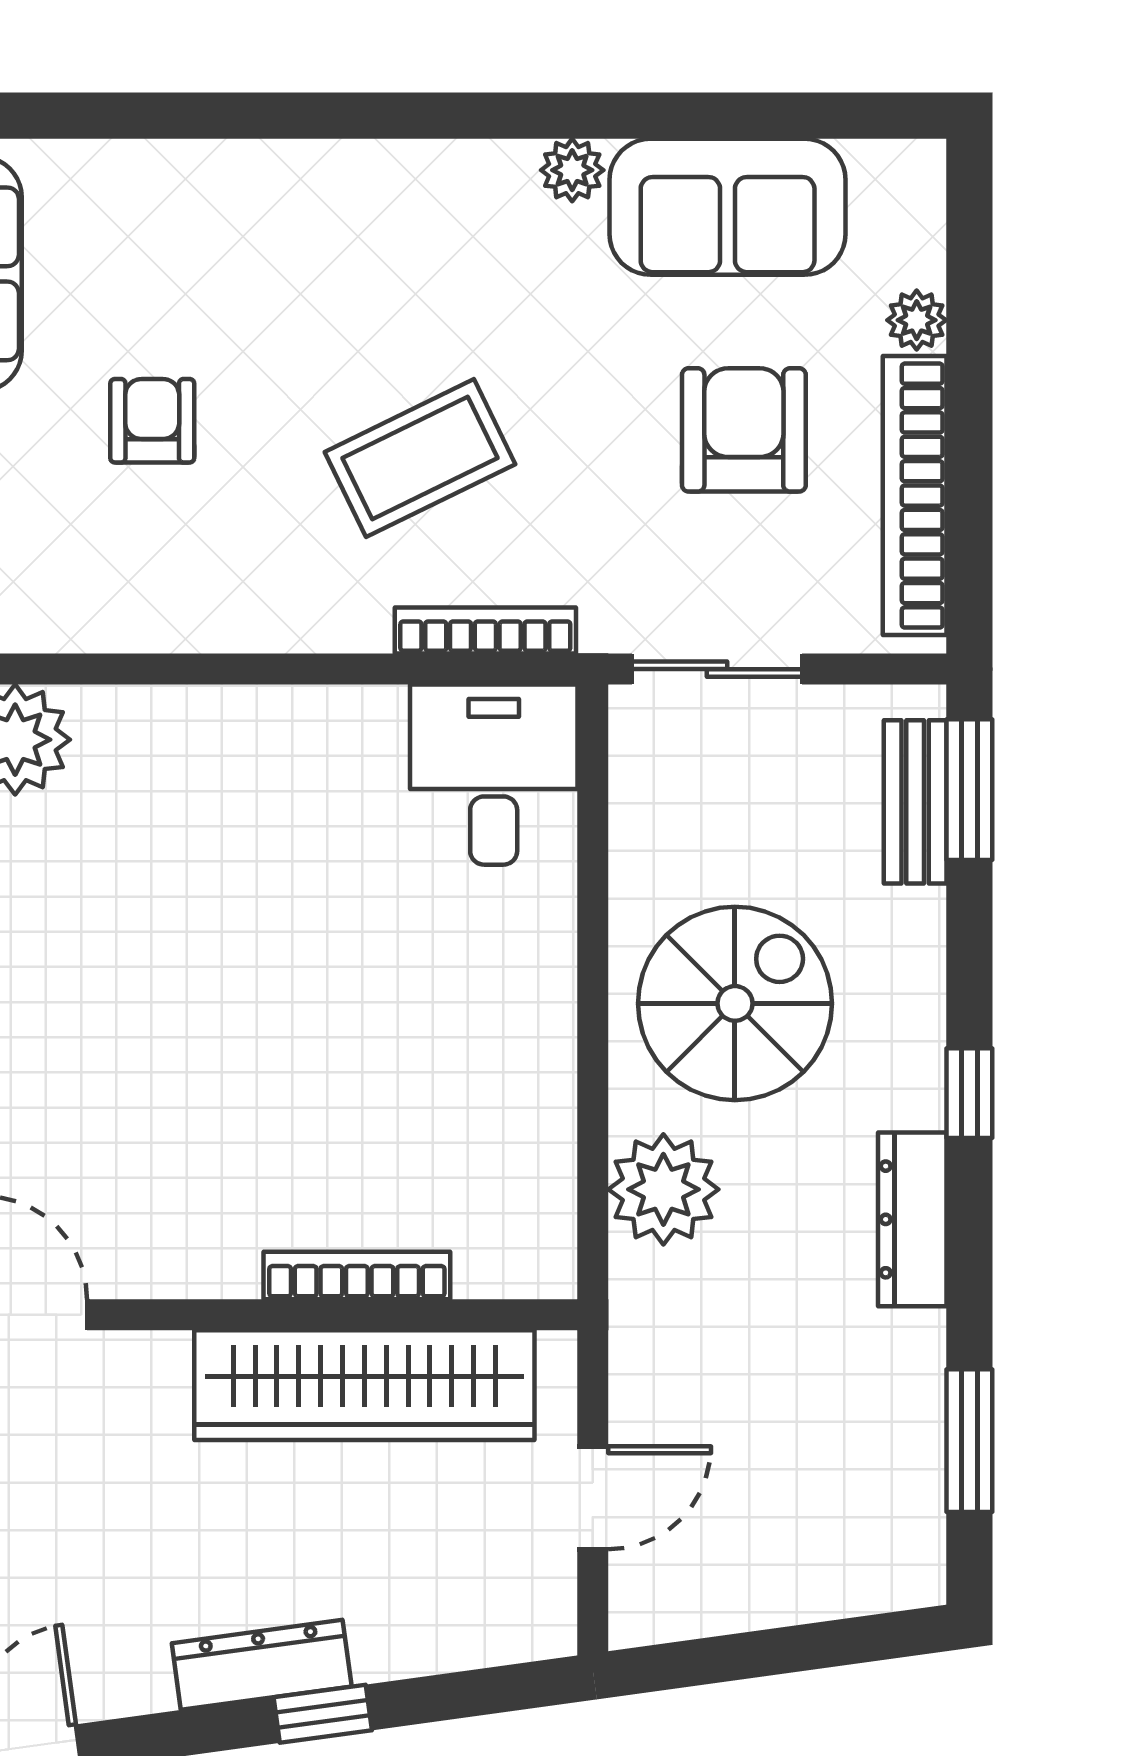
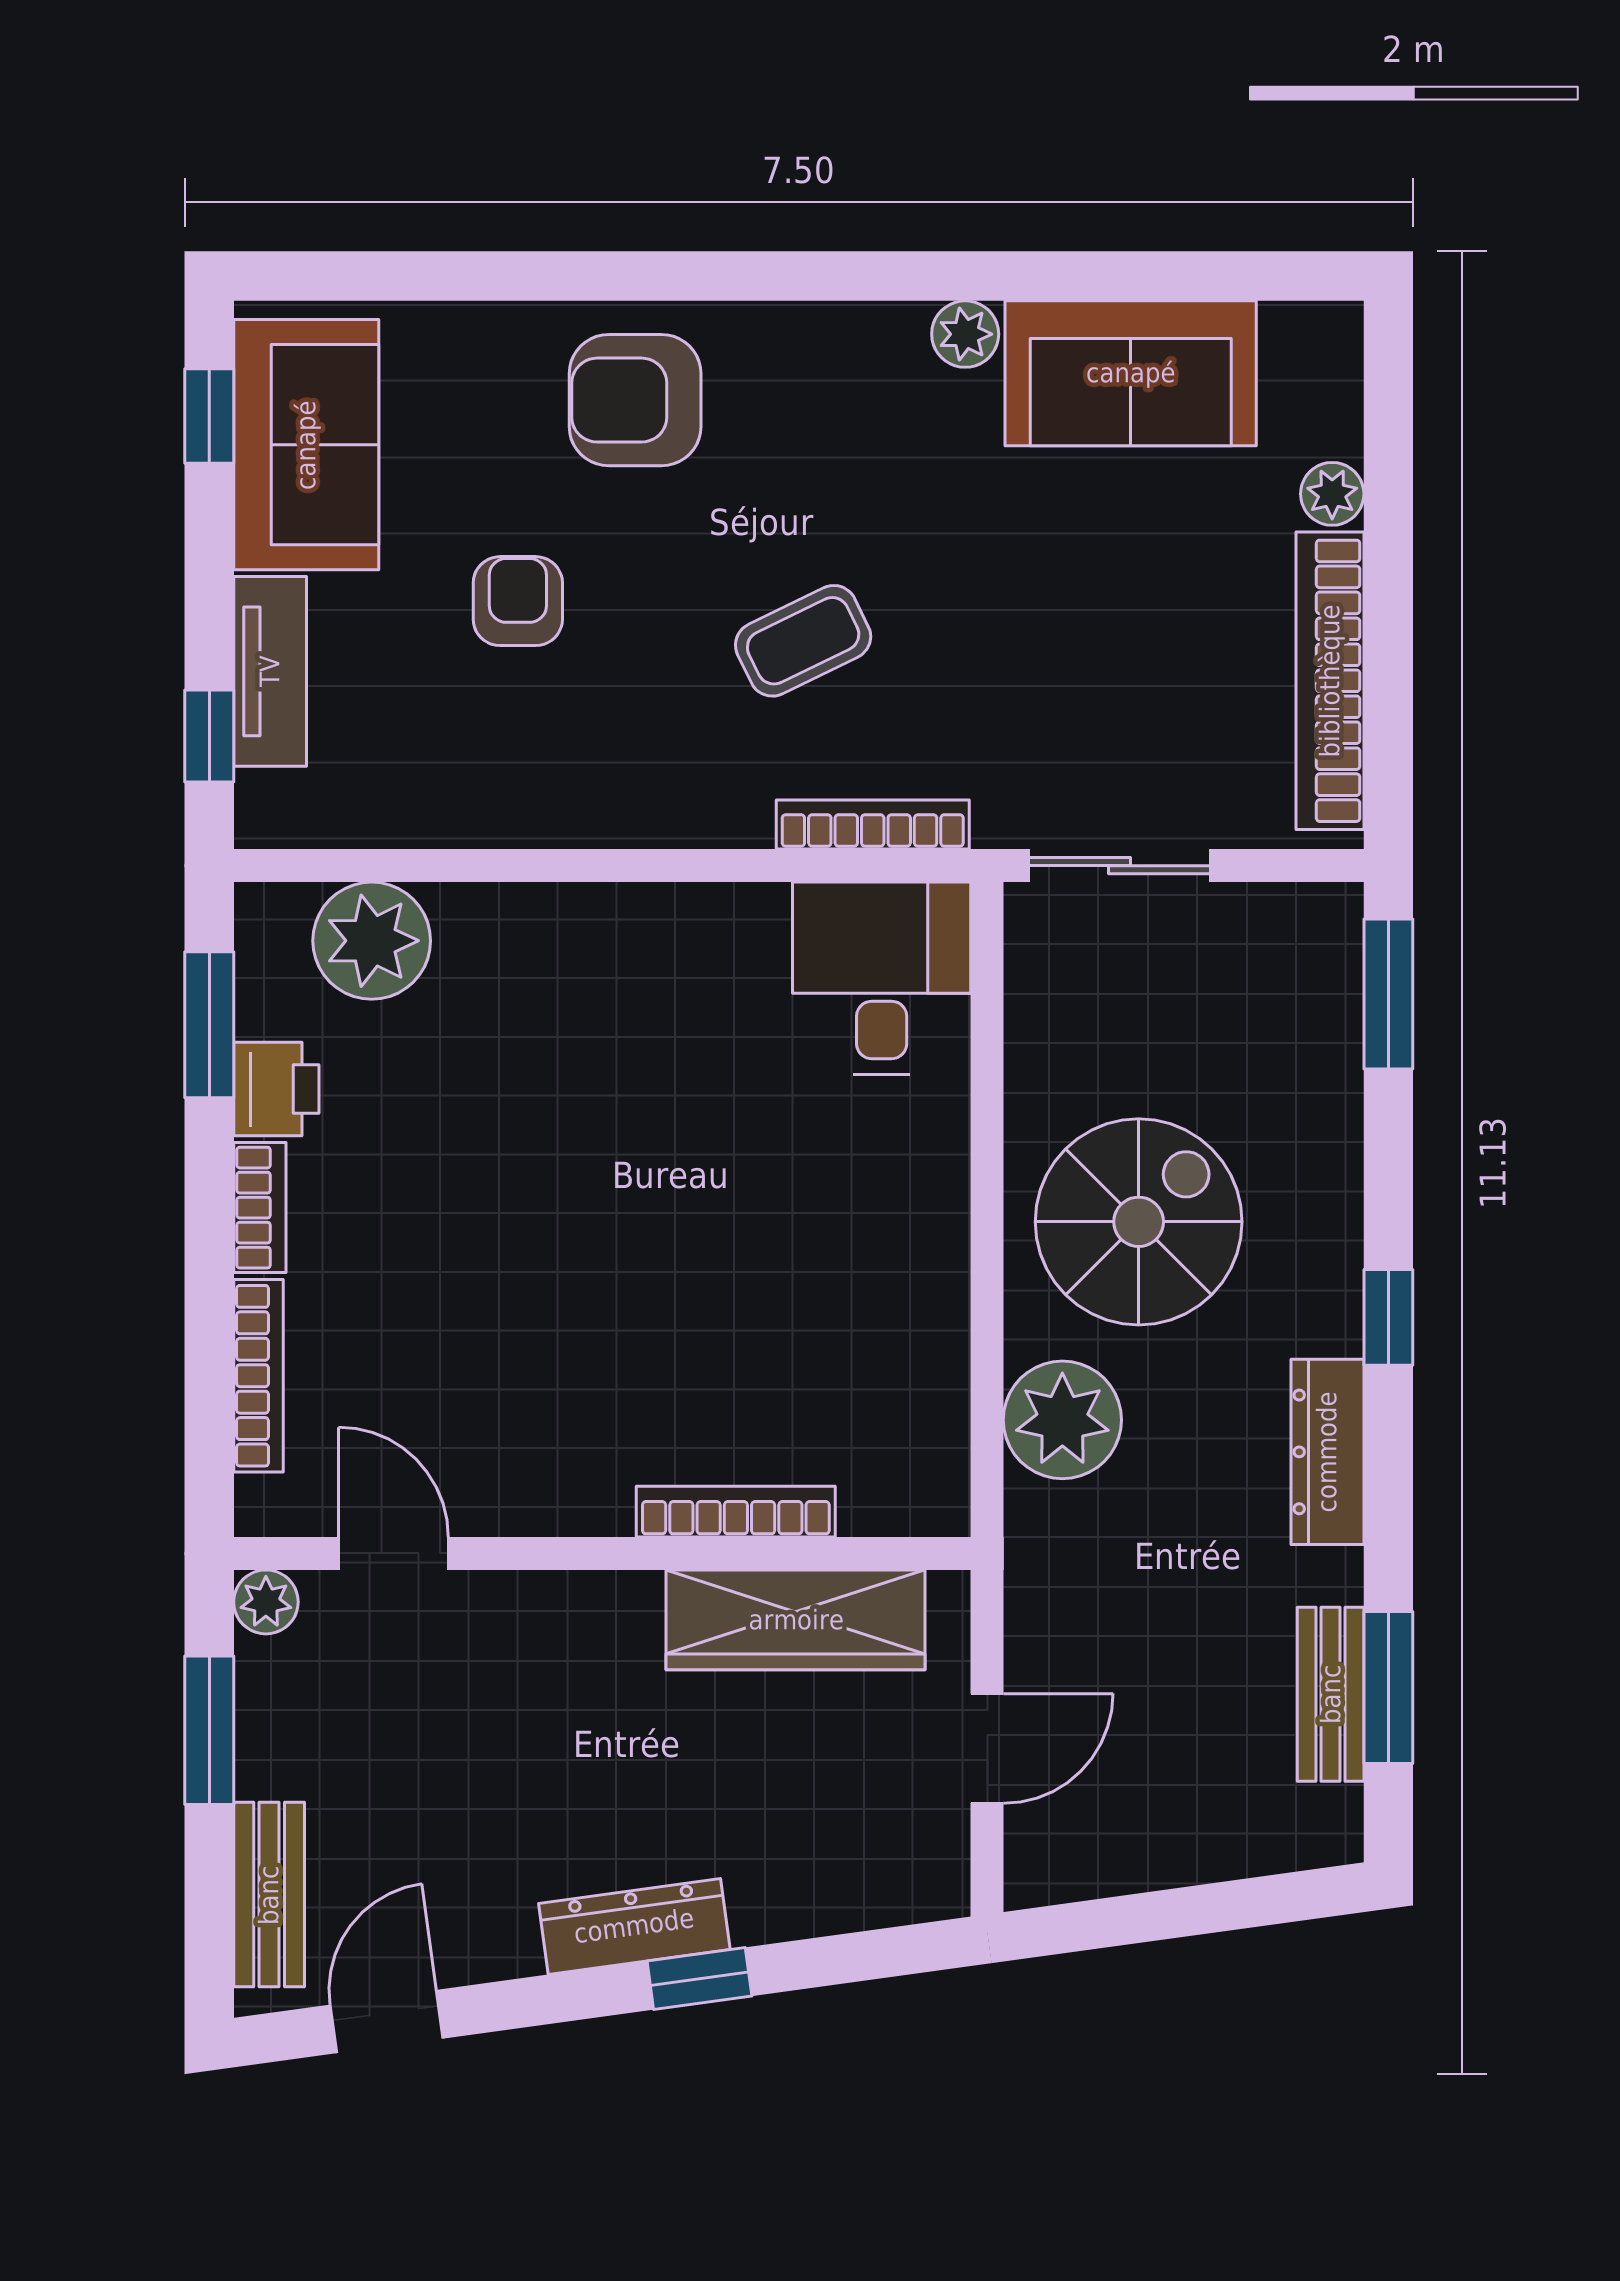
armchair: (744, 430) -> (635, 400), moved, turned -90
coffee table: (420, 458) -> (803, 641), width x0.73, depth x0.77
bench: (915, 802) -> (1331, 1694), moved
wardrobe: (364, 1385) -> (796, 1620), width x0.71, depth x0.85

